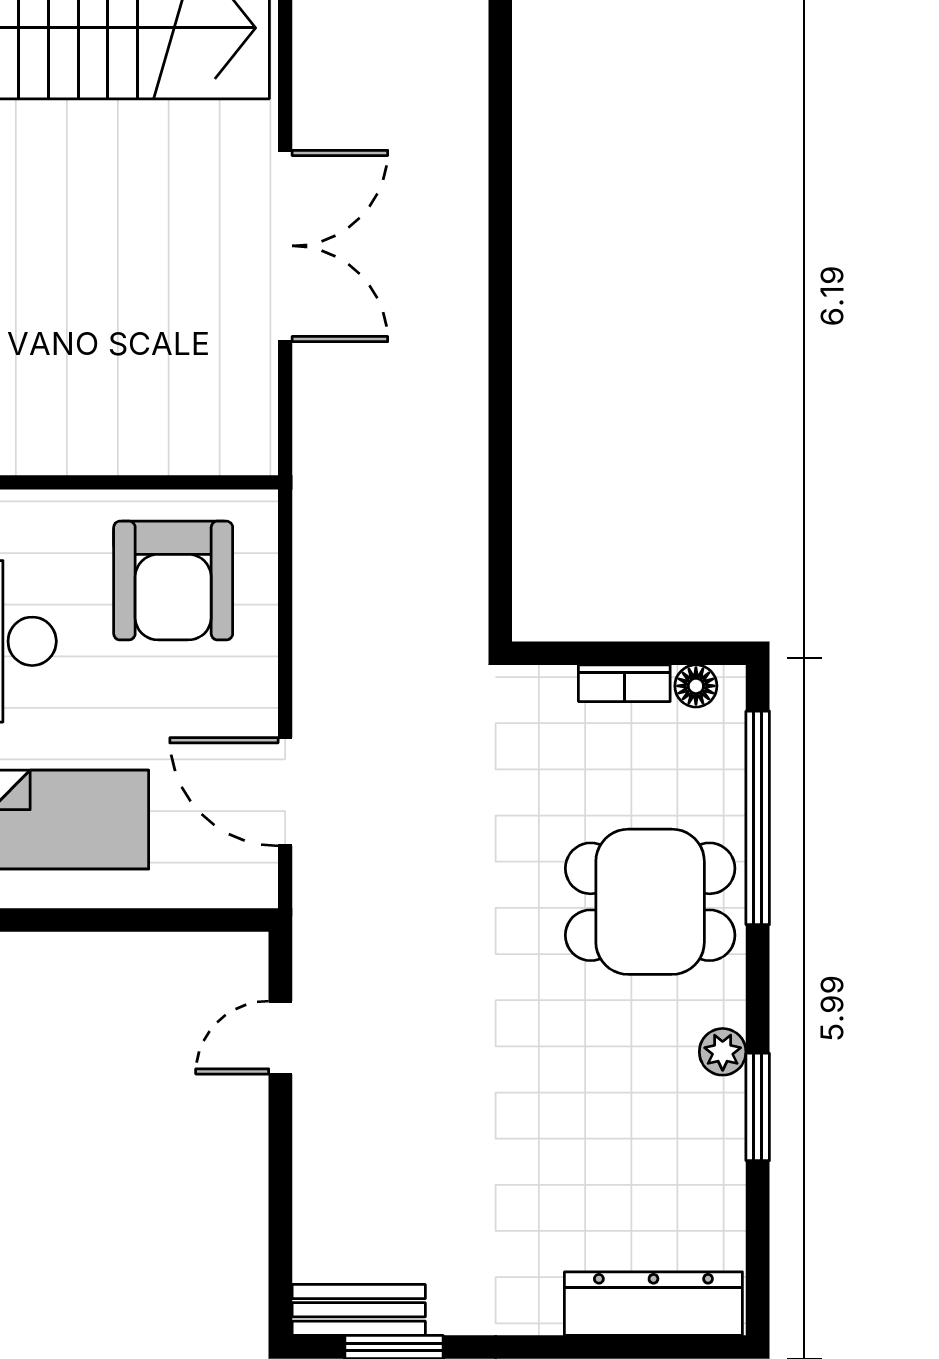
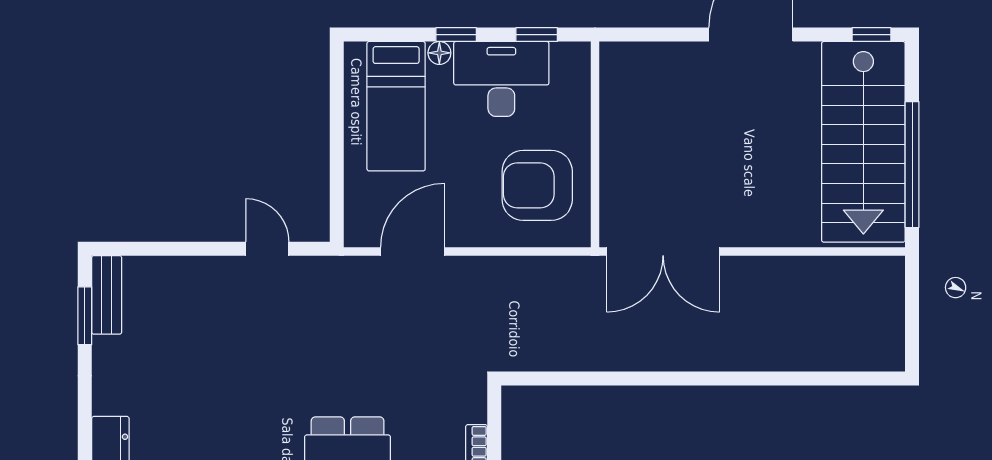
double door: (285, 246) -> (663, 251), moved

